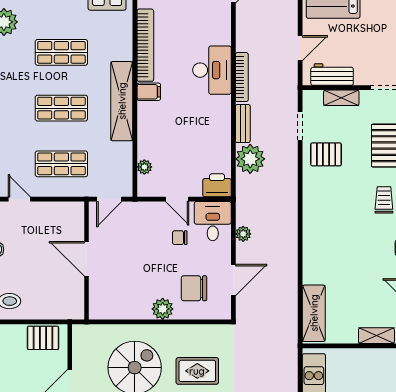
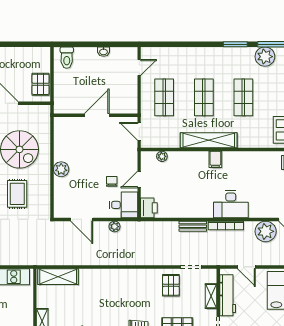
bookcase: (145, 45) -> (248, 157), removed
workbench: (332, 75) -> (228, 295), width x1.37
plant: (250, 159) -> (266, 231), moved
chair: (194, 288) -> (76, 192), removed

